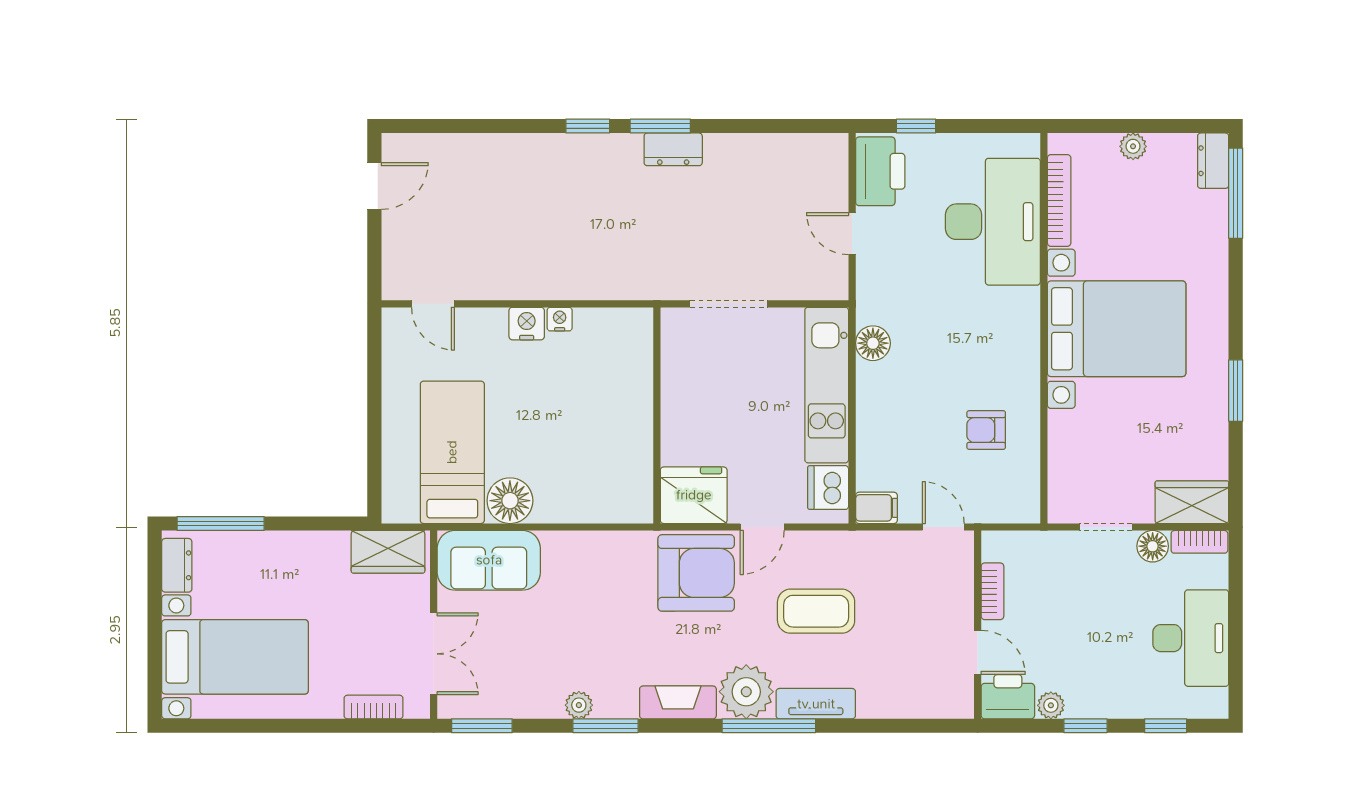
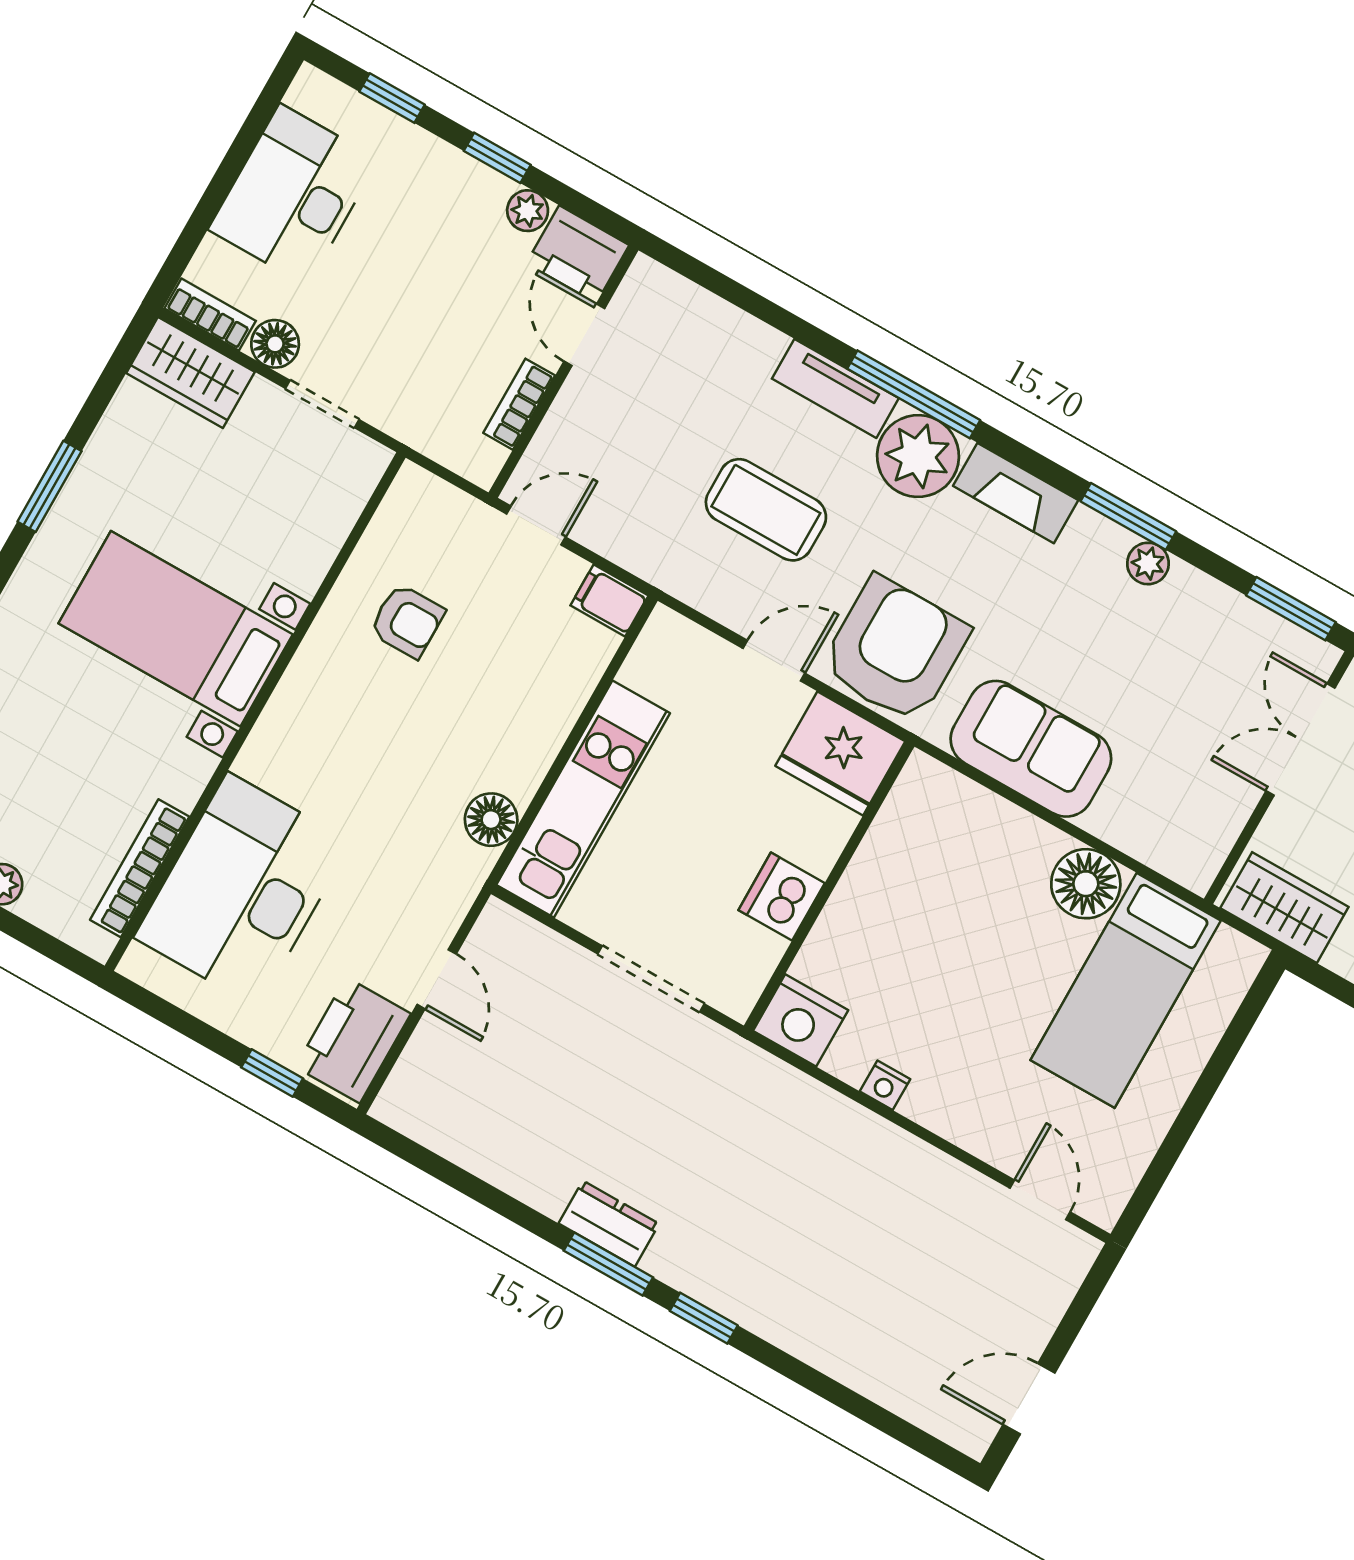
nightstand: (527, 324) -> (801, 1020), moved, width x1.36, depth x1.33
bed with nightstands: (1117, 329) -> (176, 629), width x0.73
dishwasher: (828, 488) -> (782, 897), moved, turned 180
door: (943, 527) -> (536, 525), swing flipped
sofa: (489, 560) -> (1031, 749), moved
armchair: (696, 573) -> (895, 650), turned 90

